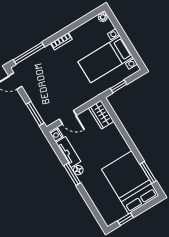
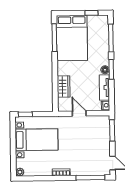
window: (119, 86) -> (25, 114), moved
wardrobe: (101, 115) -> (64, 87), moved
door: (68, 117) -> (79, 113), moved
window: (148, 172) -> (54, 38), width x1.44
window: (91, 205) -> (111, 38), added

